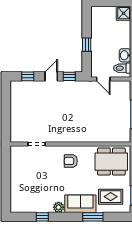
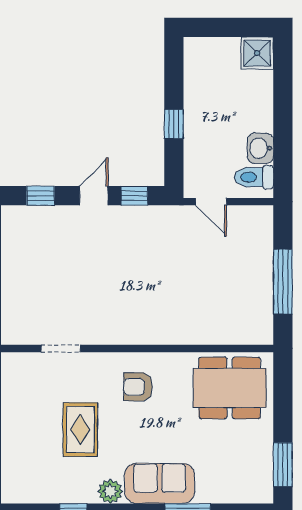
rug: (111, 197) -> (80, 430), moved, turned 90

